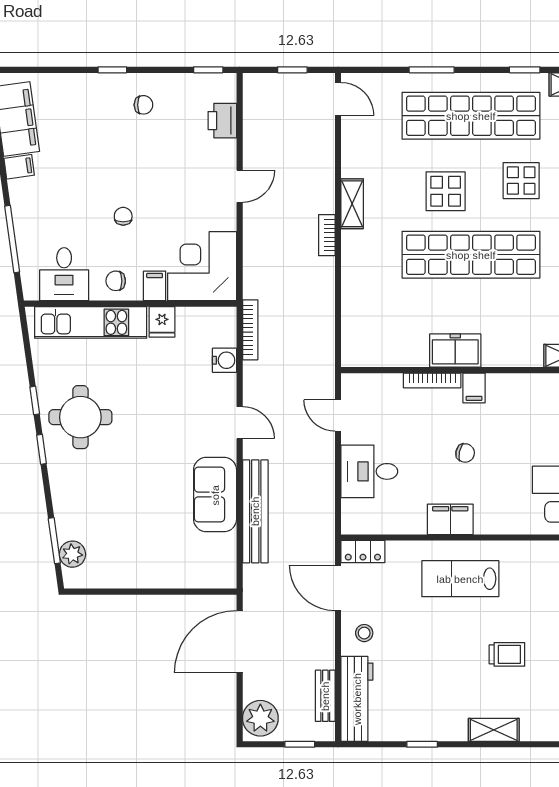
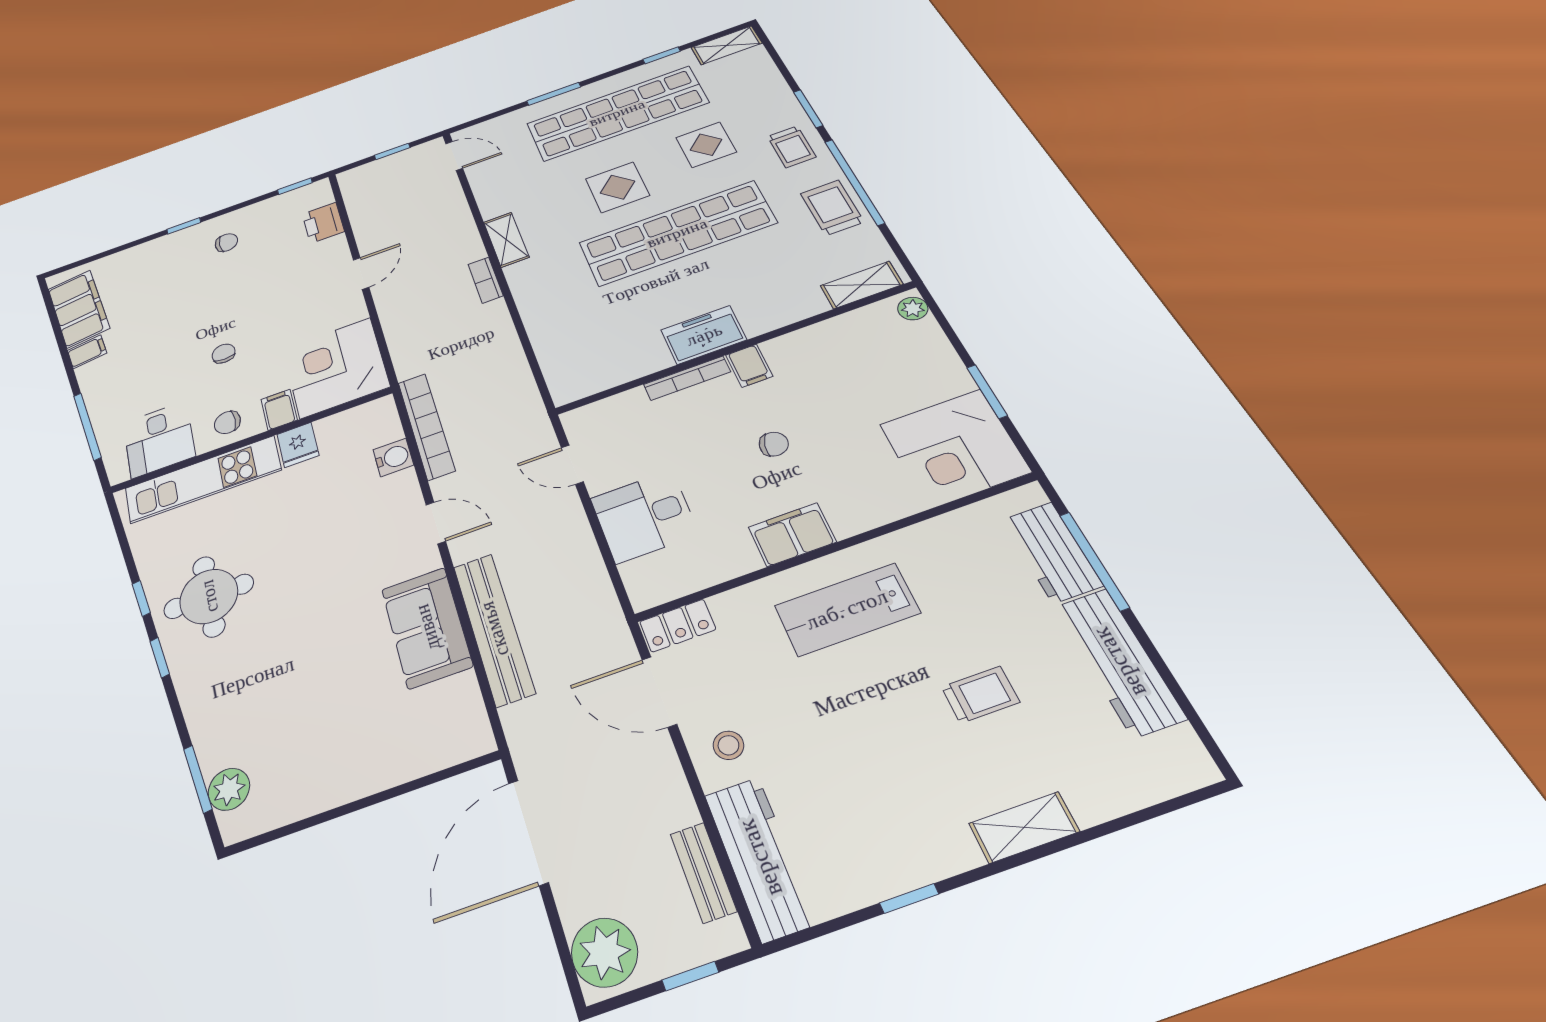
bookcase: (250, 330) -> (426, 426), width x1.48, depth x1.31

